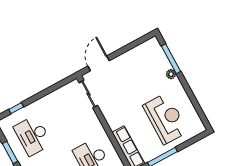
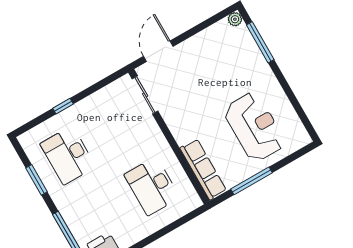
plant: (171, 74) -> (235, 19), moved
window: (16, 108) -> (63, 106), moved

